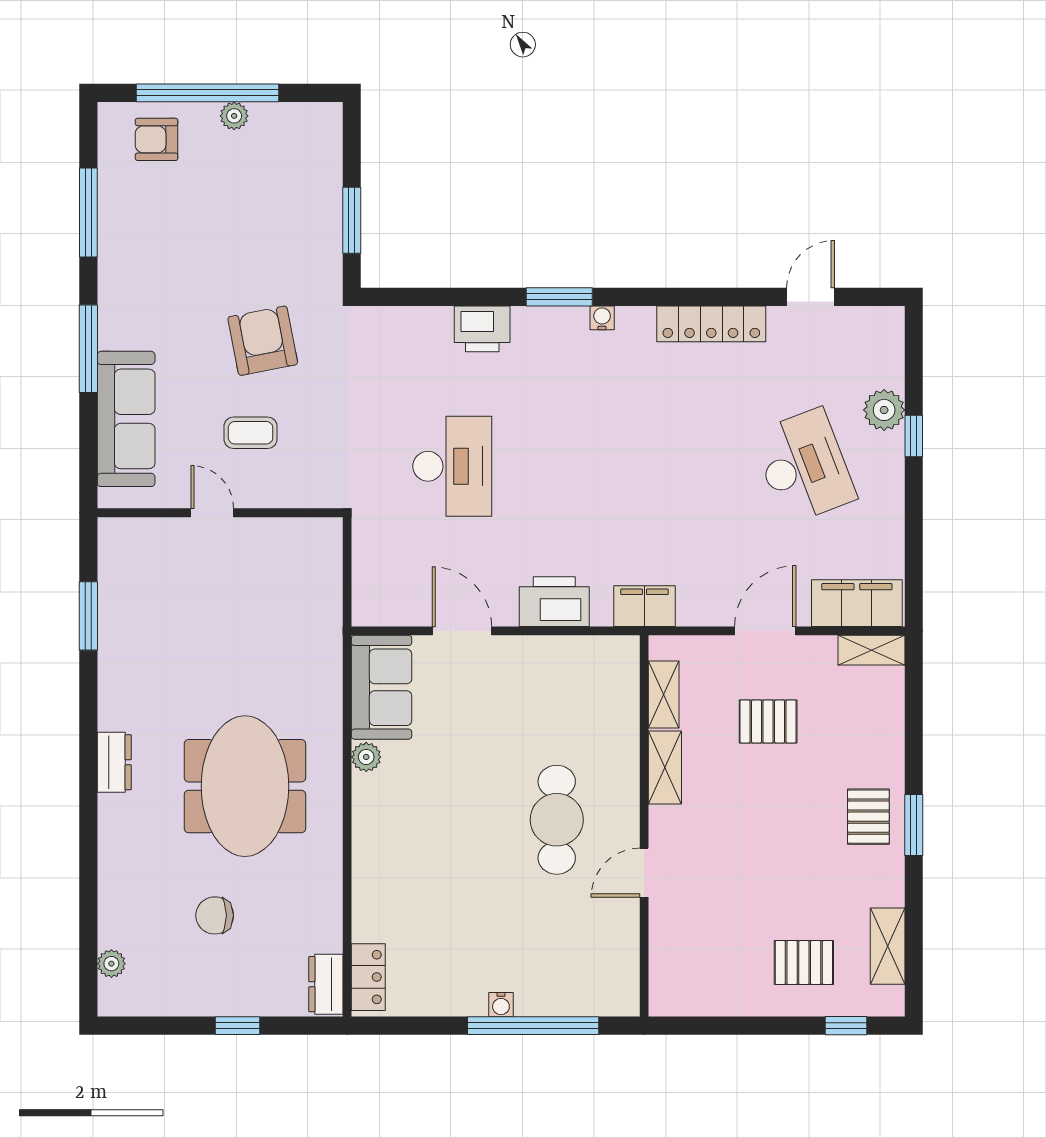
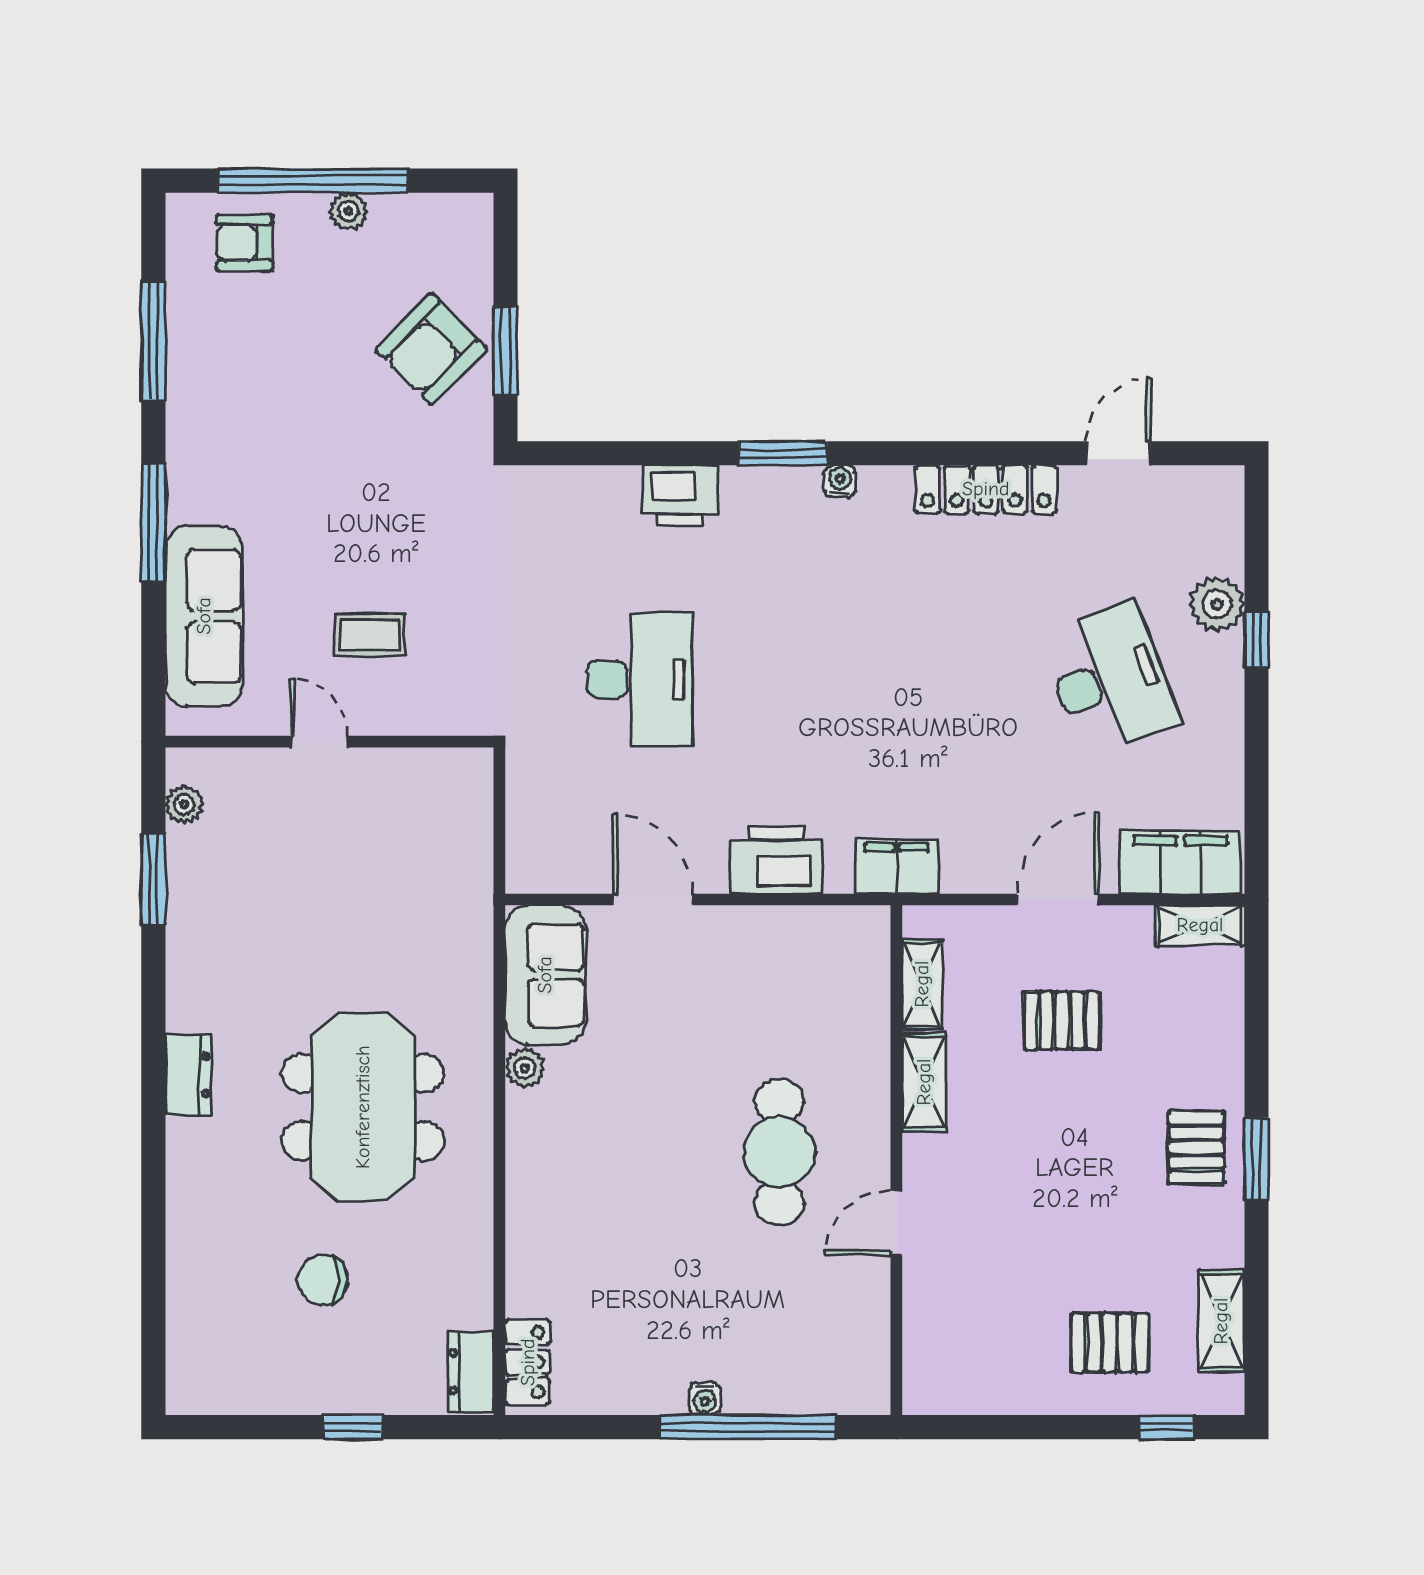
armchair: (263, 341) -> (431, 349), moved, turned -124
plant: (111, 964) -> (184, 804), moved

